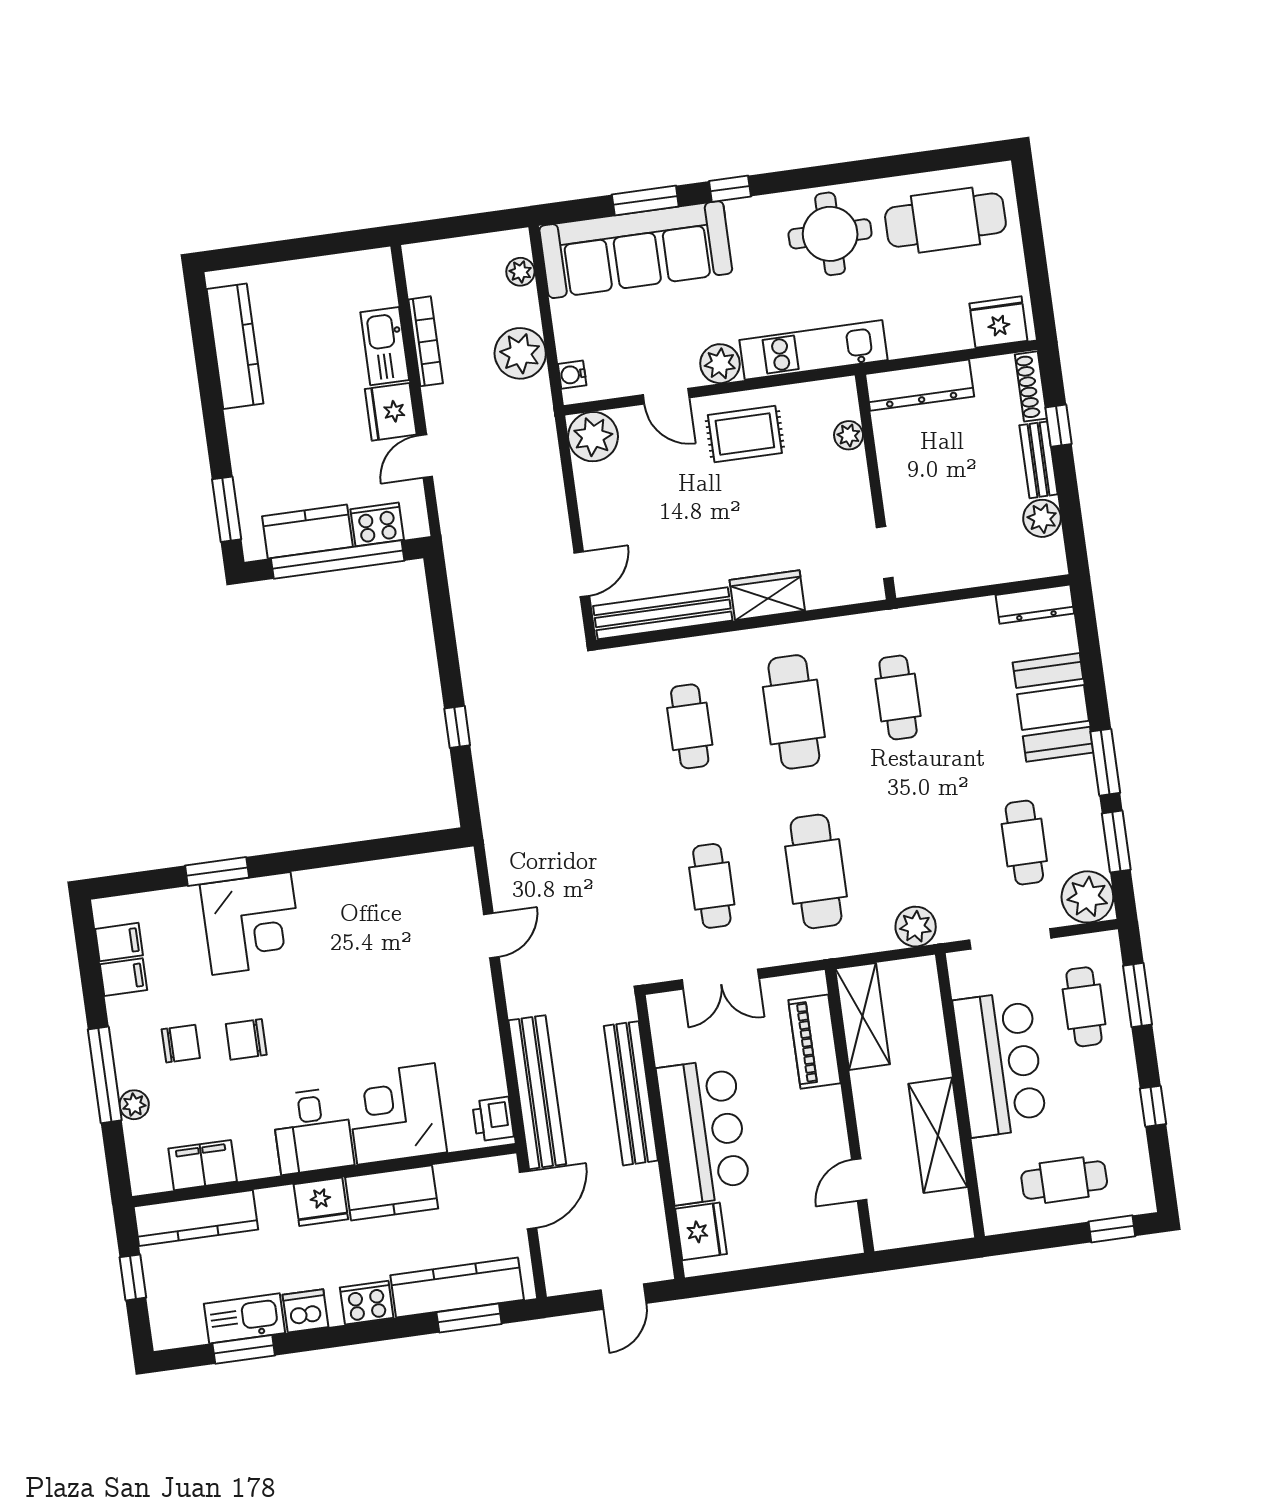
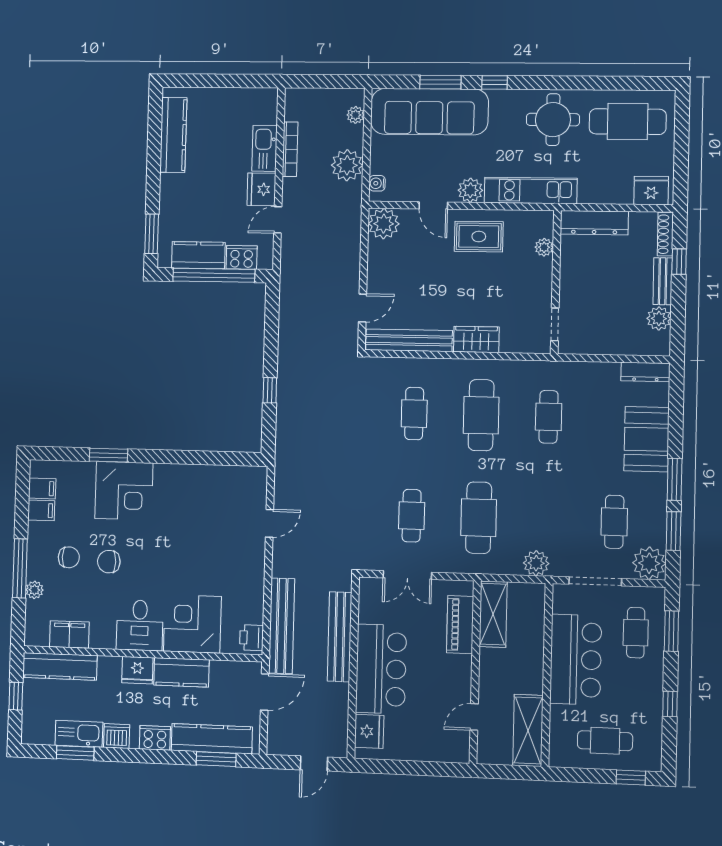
shelving: (938, 1135) -> (528, 730), moved

